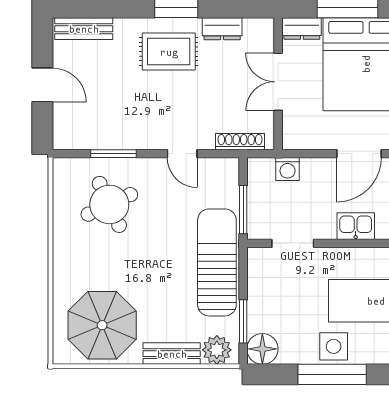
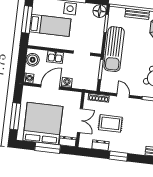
rug: (169, 52) -> (110, 123), moved
washing machine: (288, 169) -> (67, 82), moved
plant: (217, 350) -> (118, 13), removed

